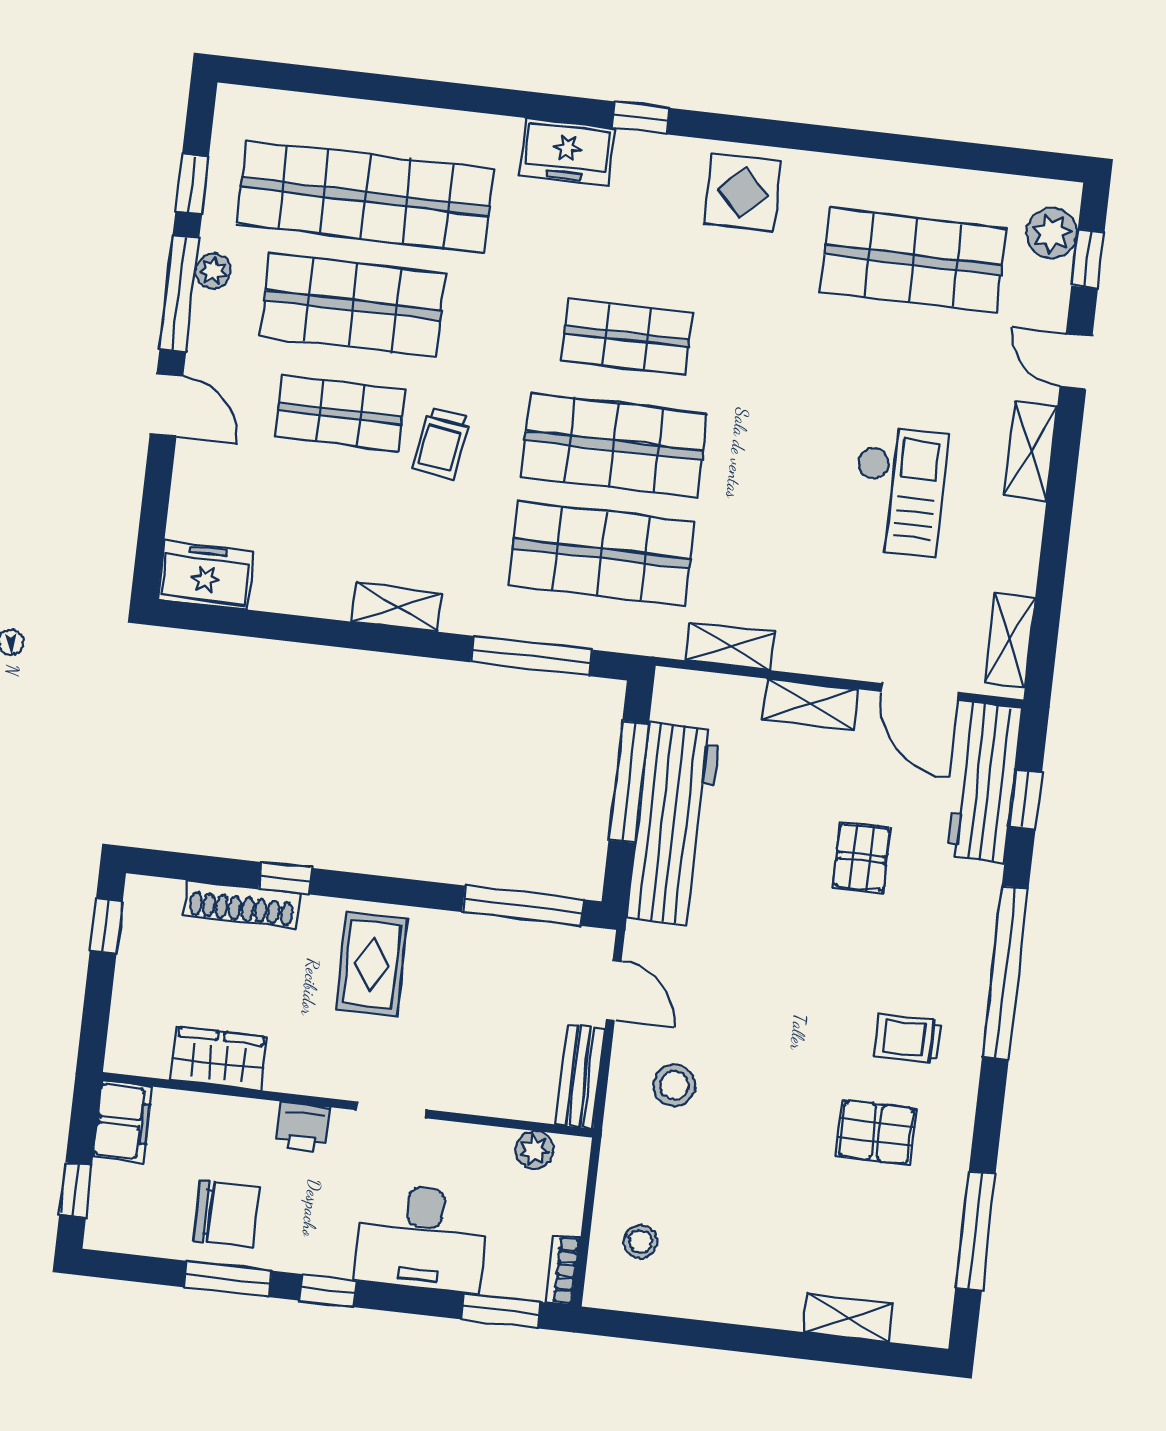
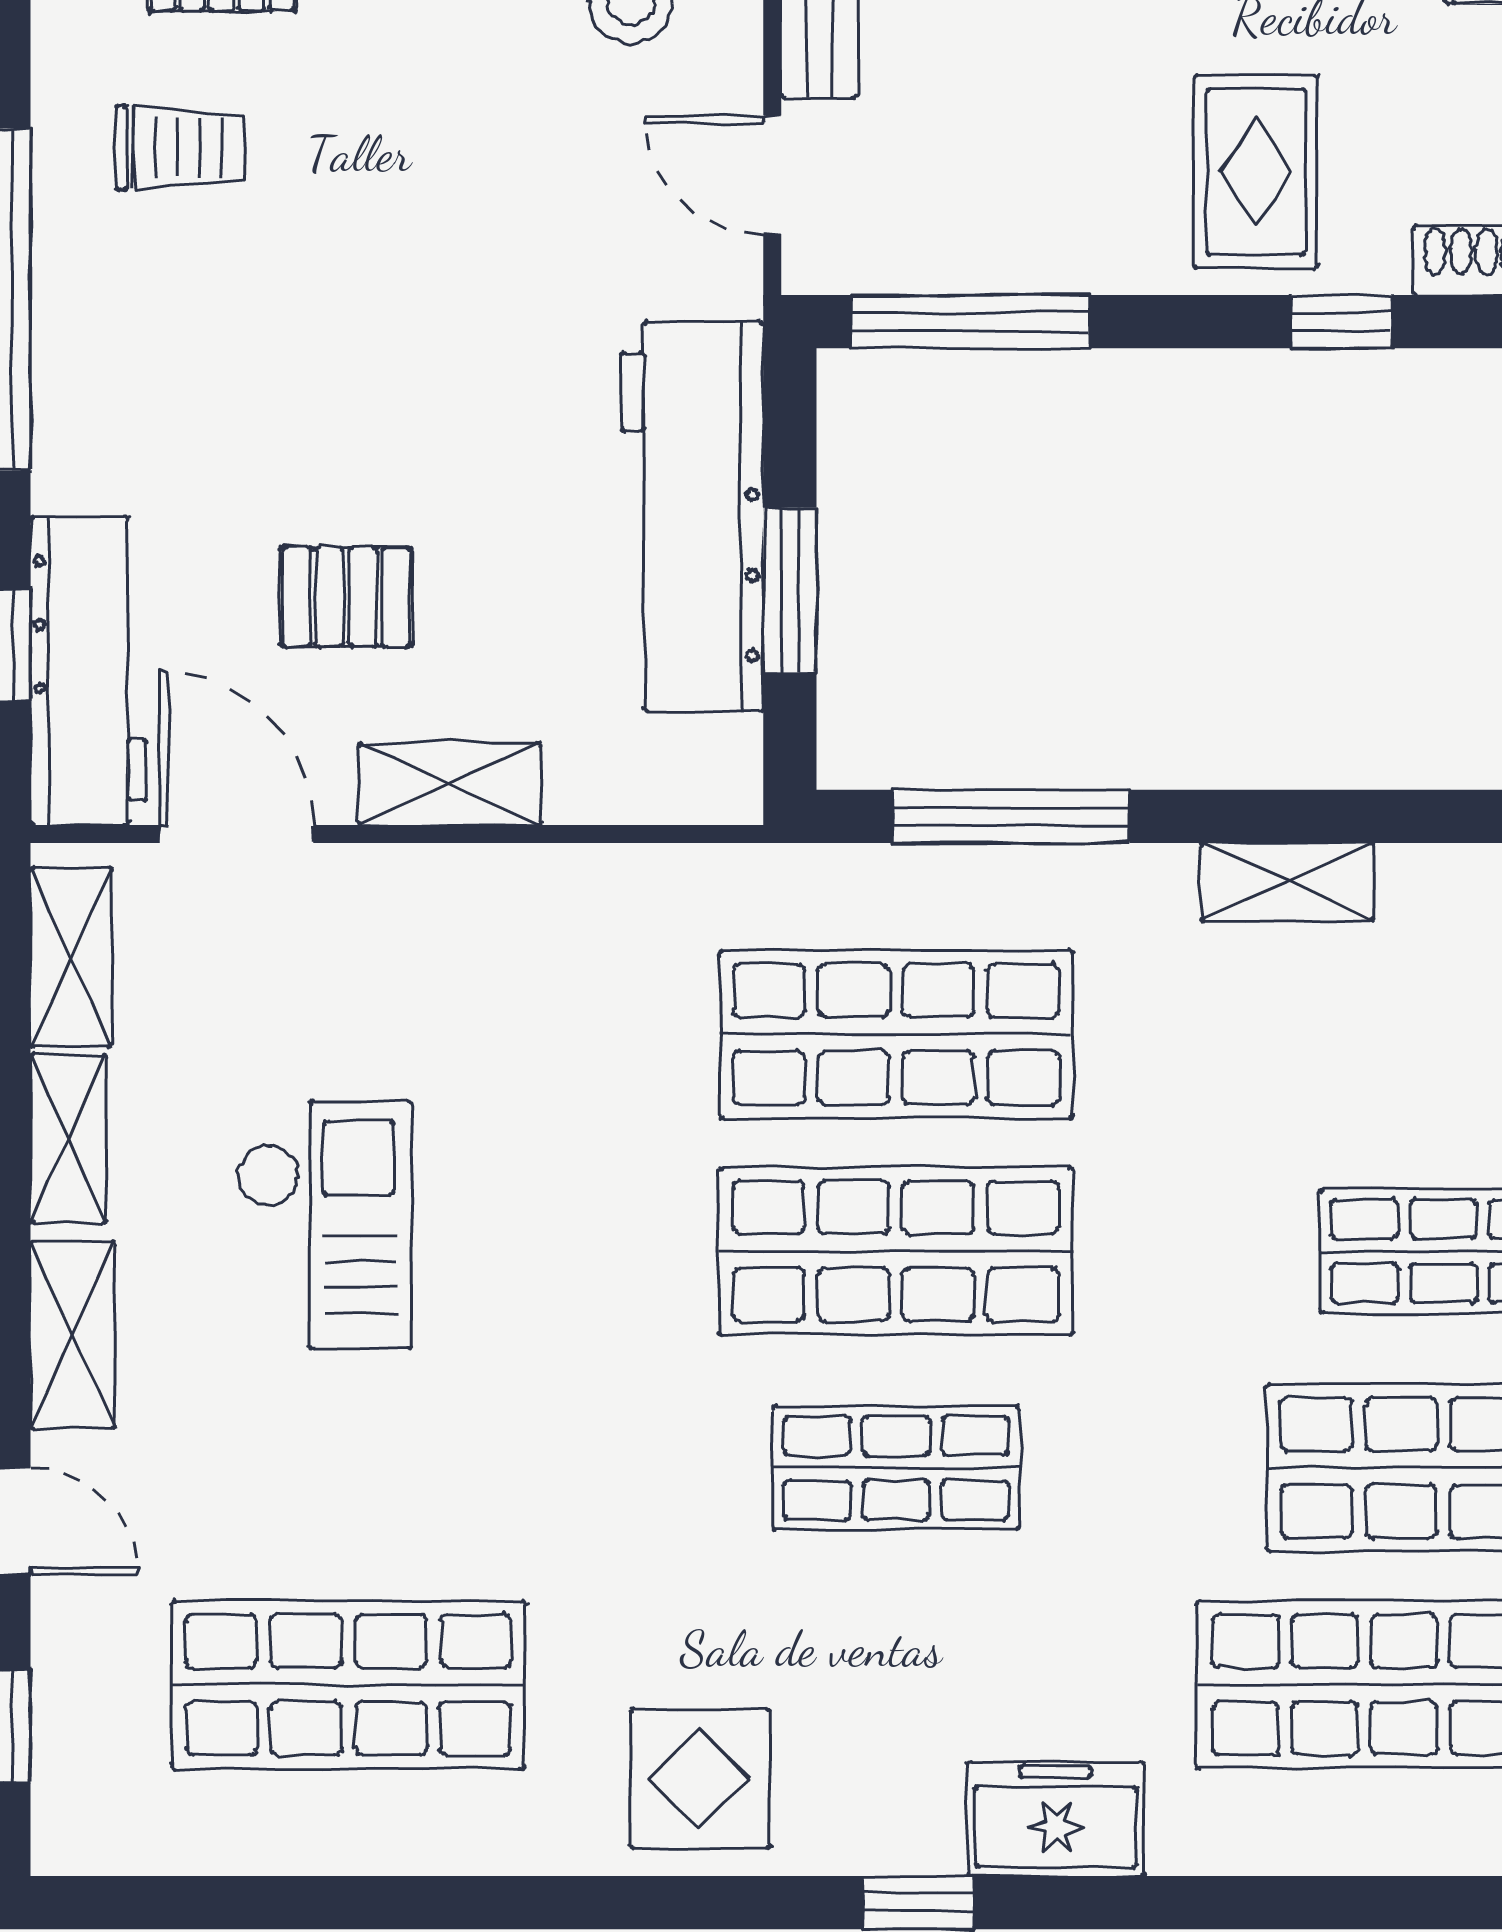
plant: (1052, 233) -> (81, 1769), removed
trolley: (441, 443) -> (1238, 1215), removed
checkout: (899, 491) -> (324, 1225), turned 180
shelving: (730, 646) -> (68, 1139), moved, turned 90
window: (629, 782) -> (790, 590), width x0.69
pallet: (862, 858) -> (346, 597), moved, turned 90
window: (285, 878) -> (1342, 322), moved

